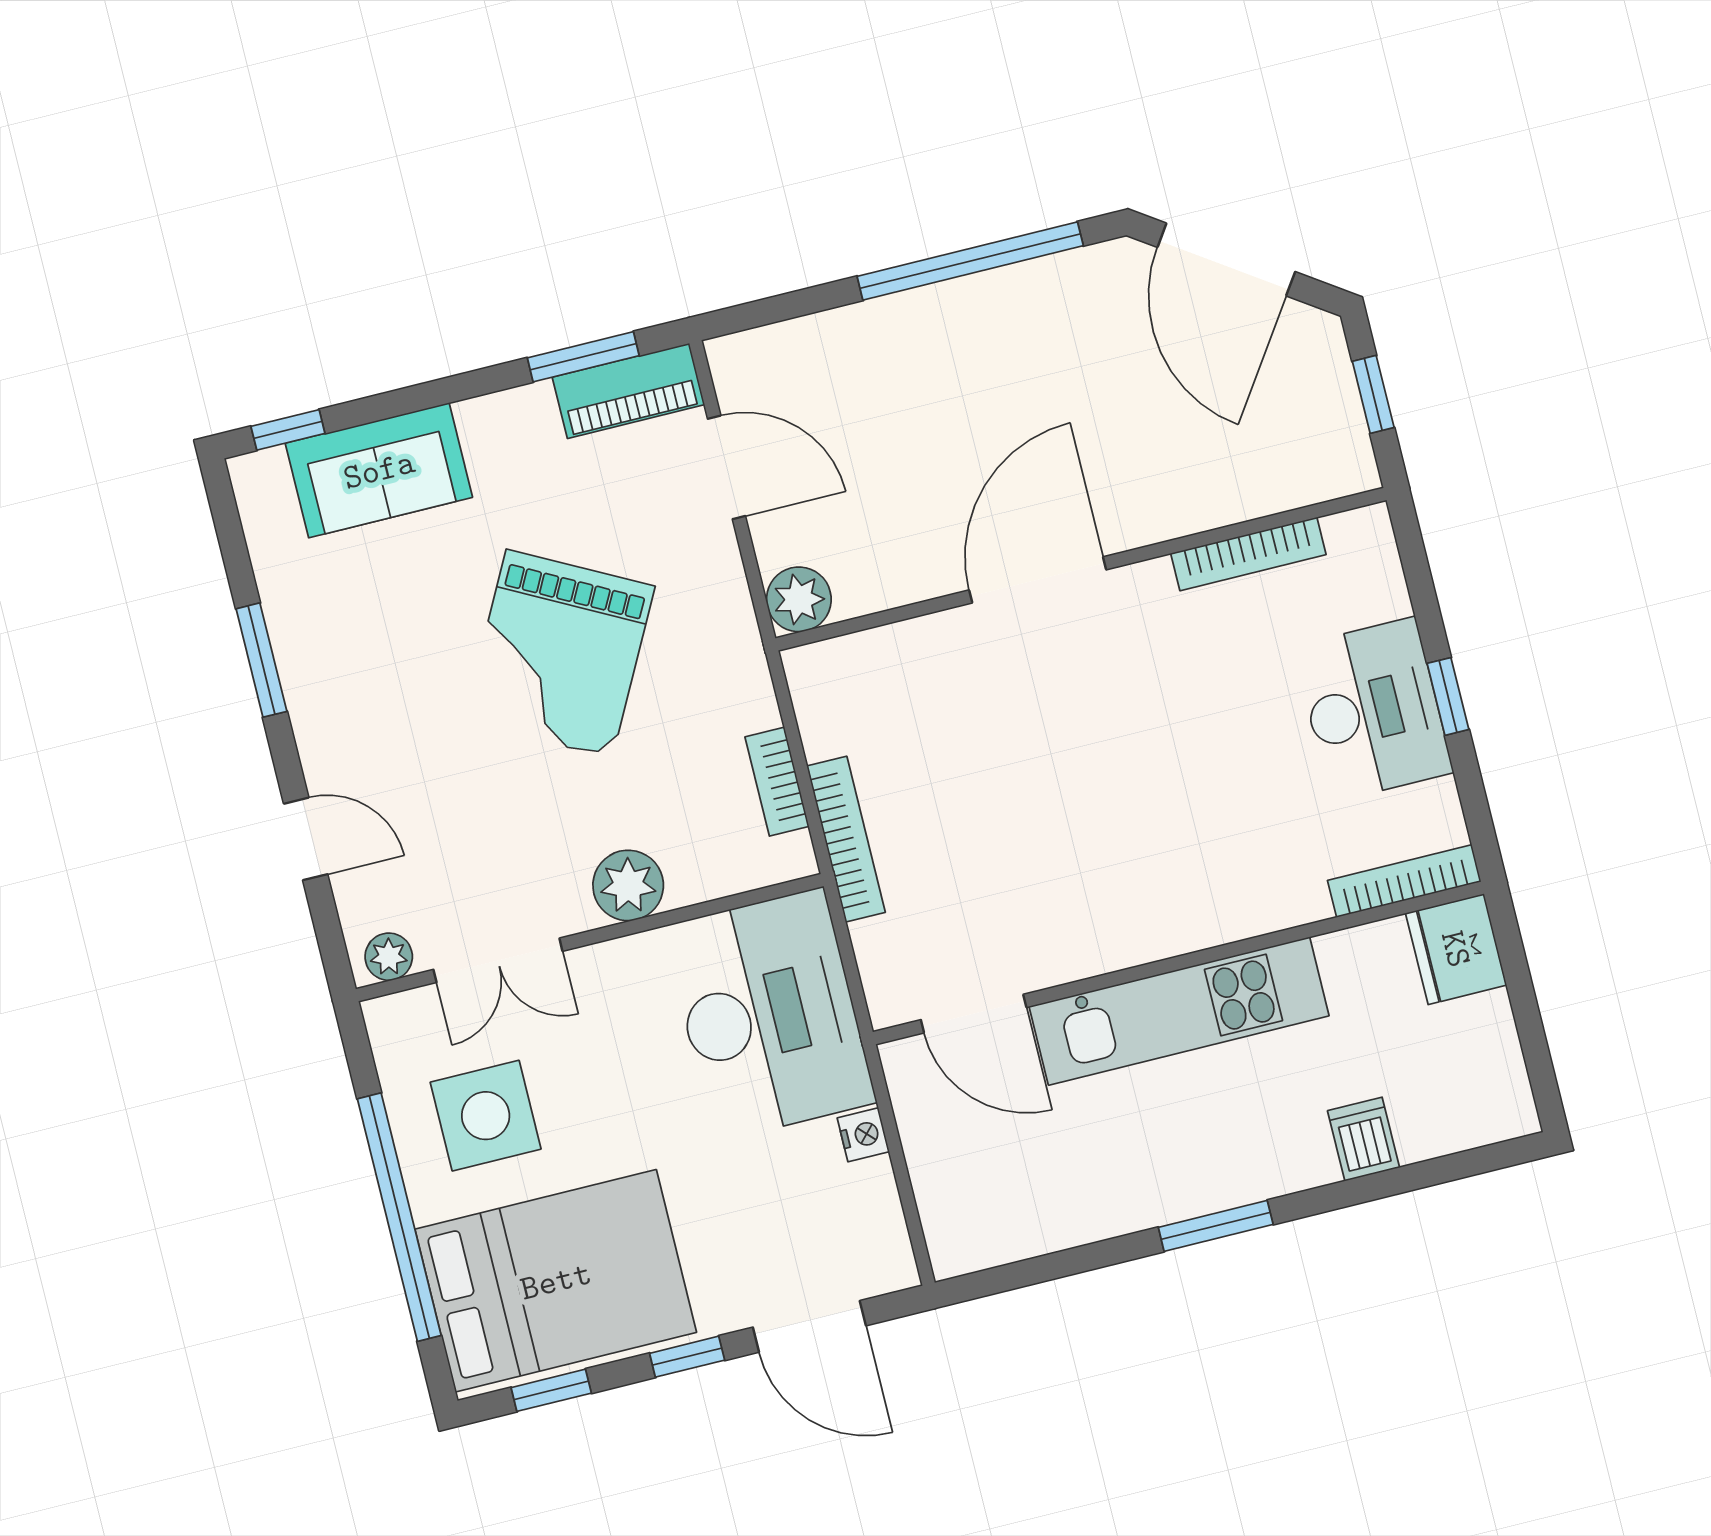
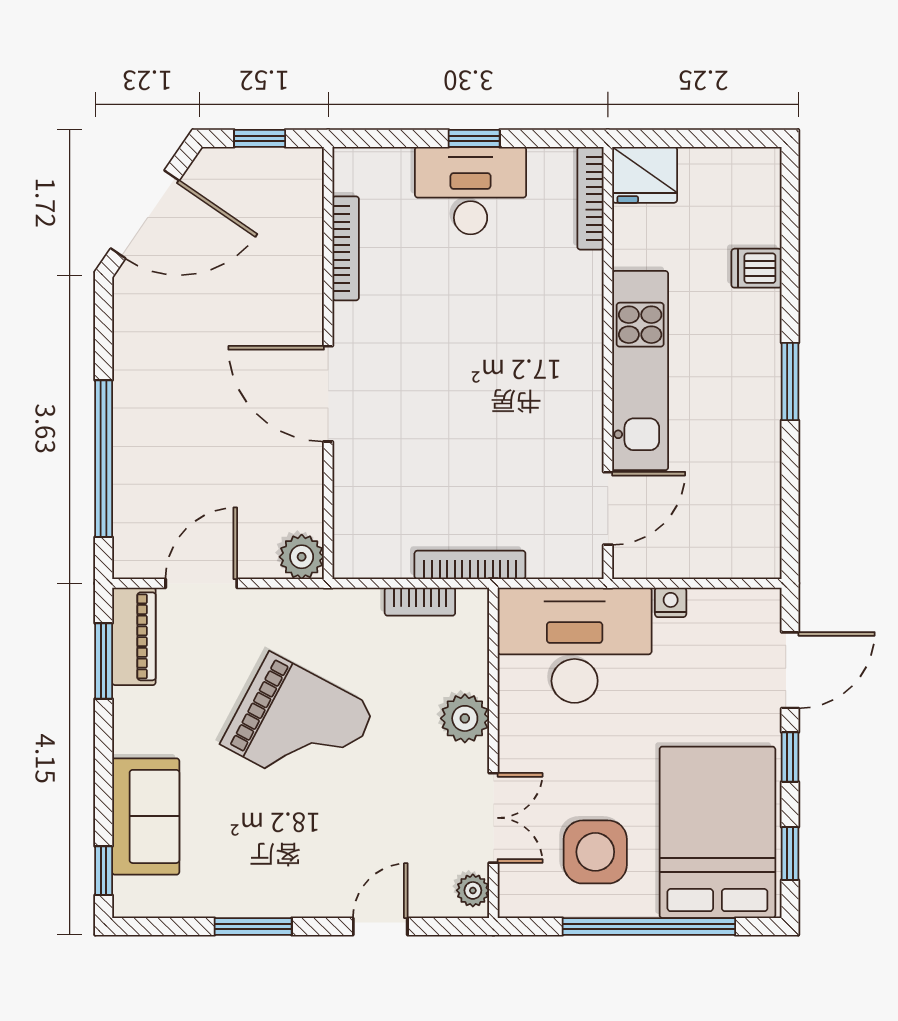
window: (970, 261) -> (104, 459), moved

